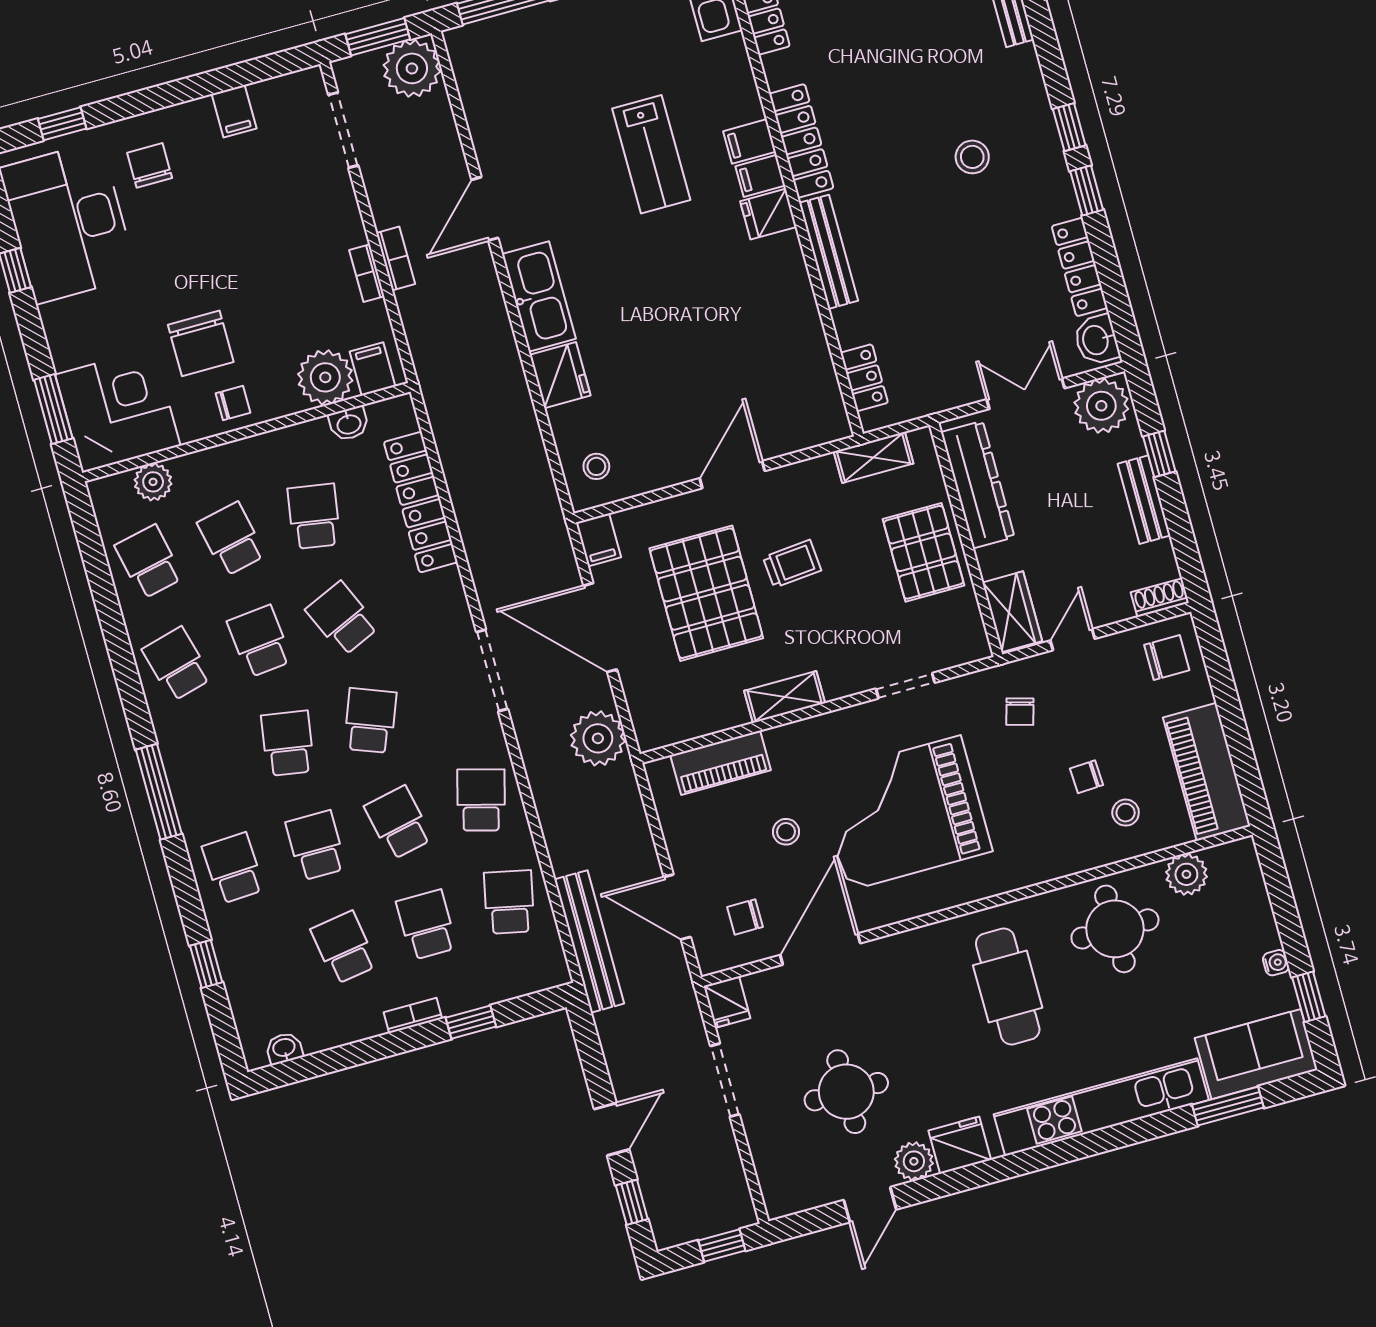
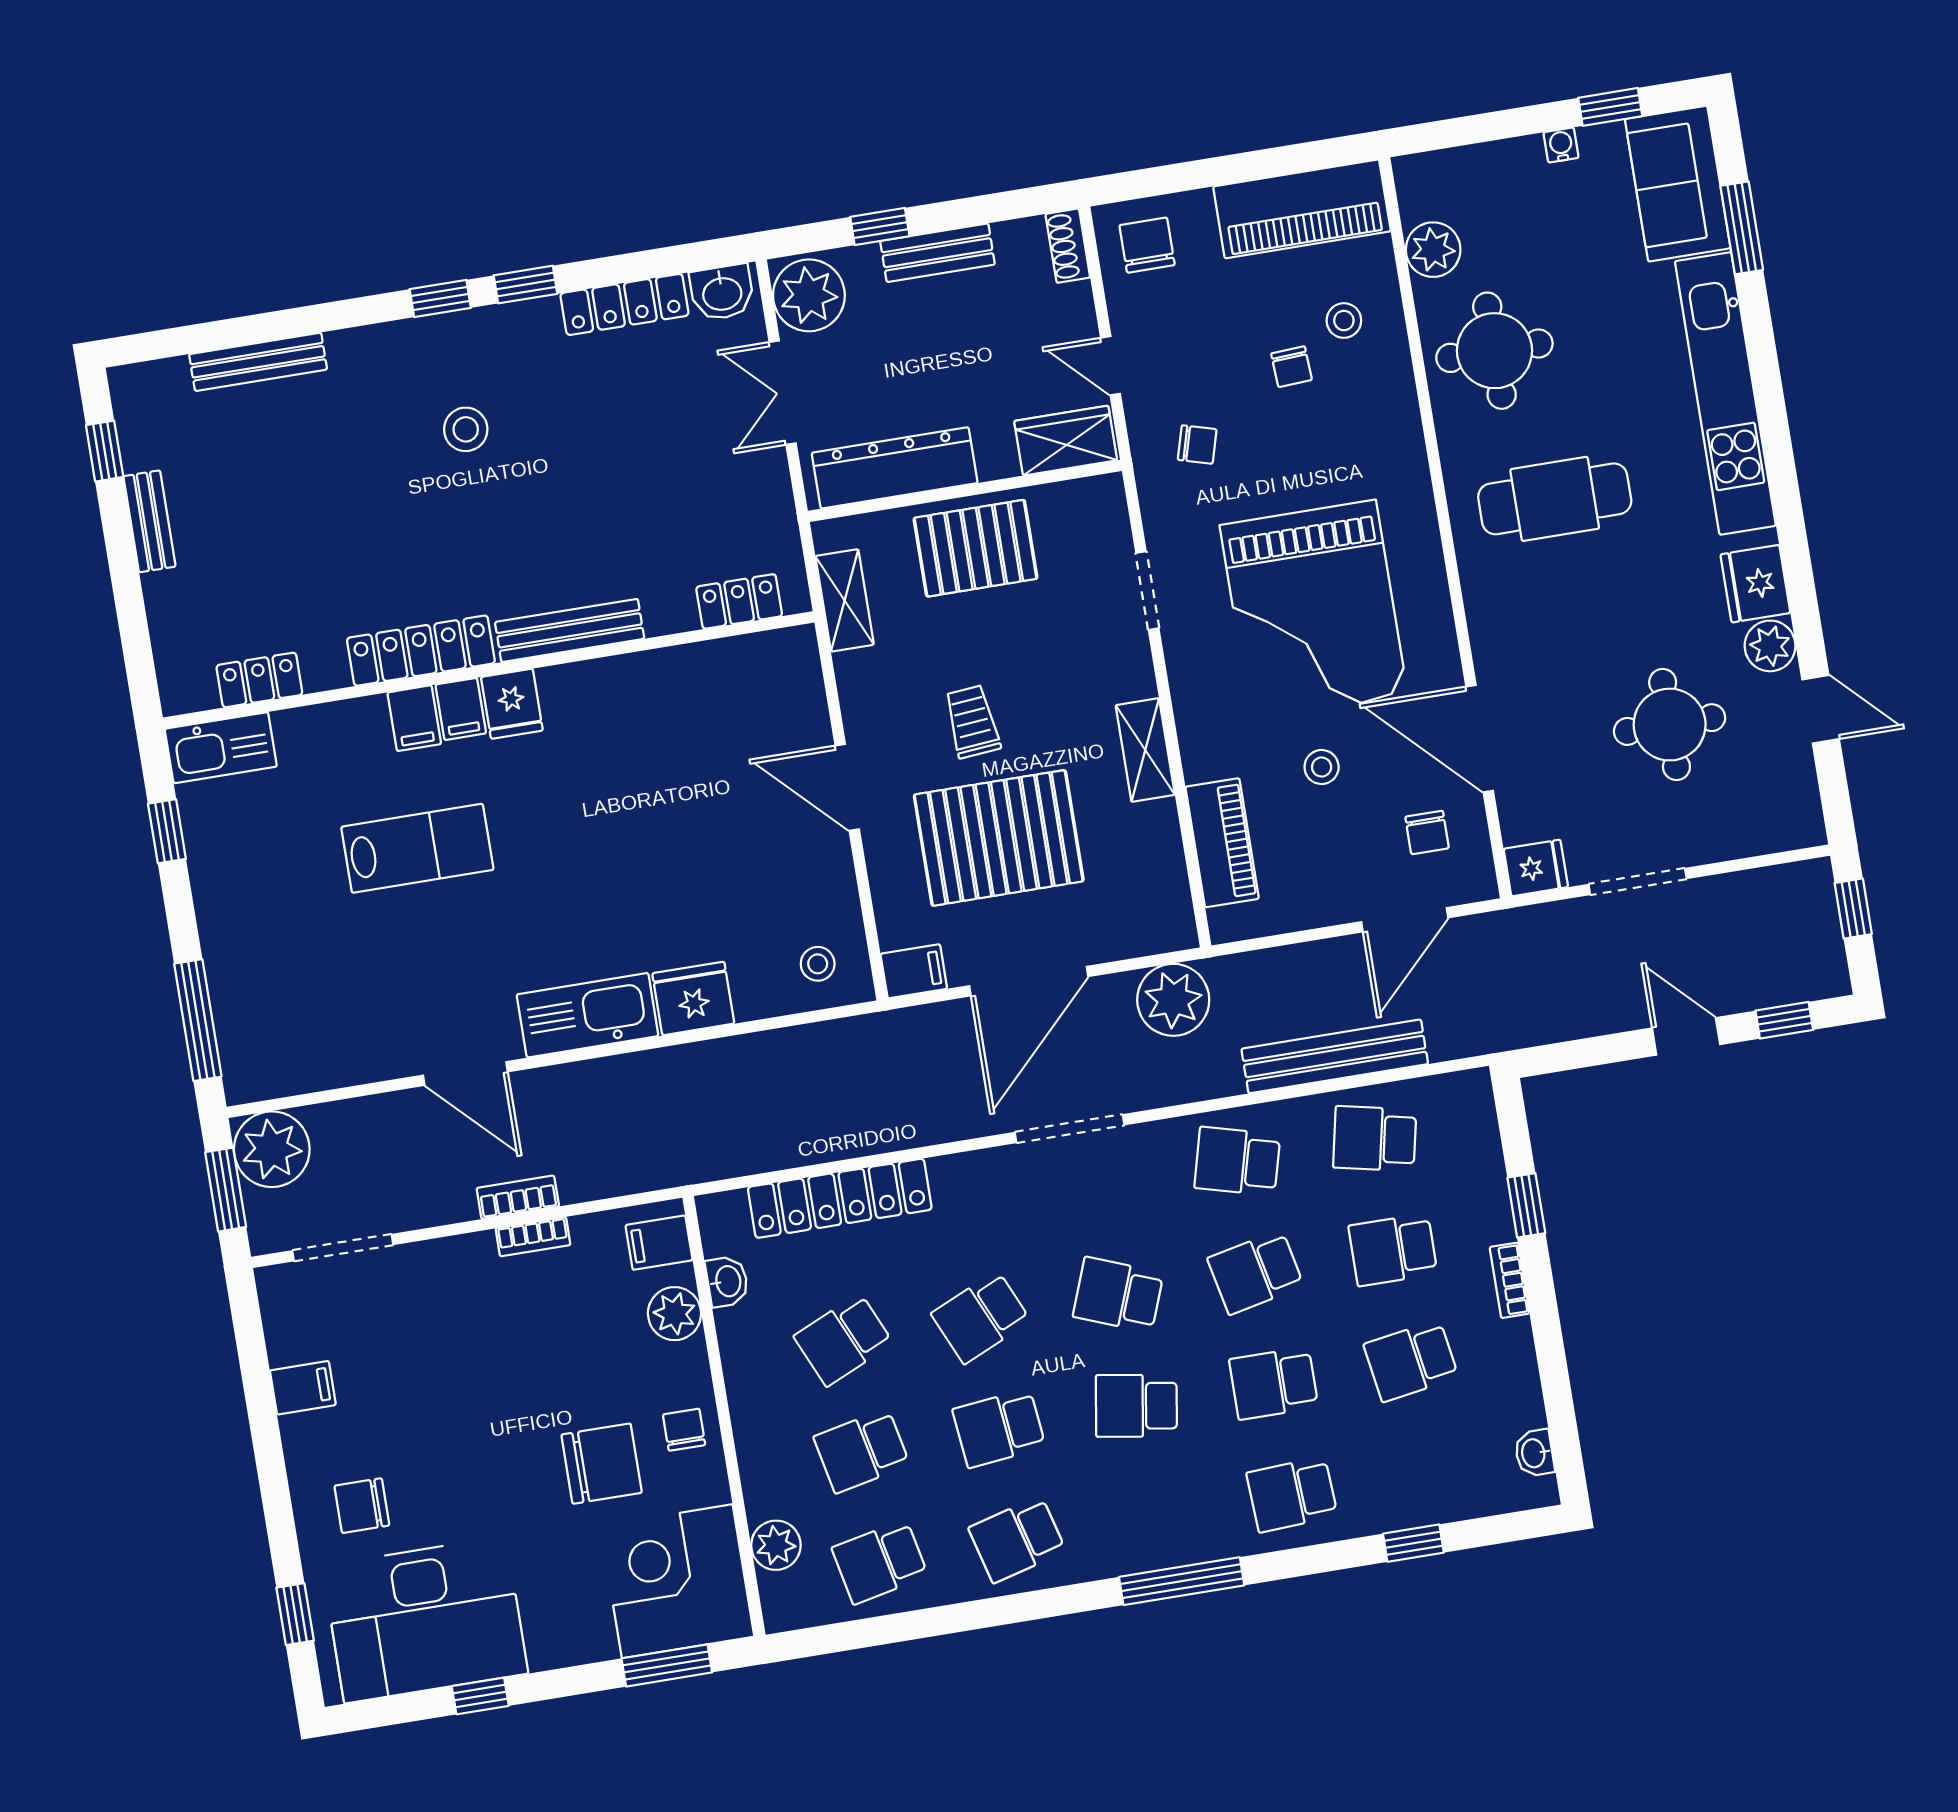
plant: (325, 377) -> (674, 1314), width x0.73, depth x0.73
school desk: (314, 516) -> (843, 1340), turned -33
bench: (589, 941) -> (1335, 1056), moved

